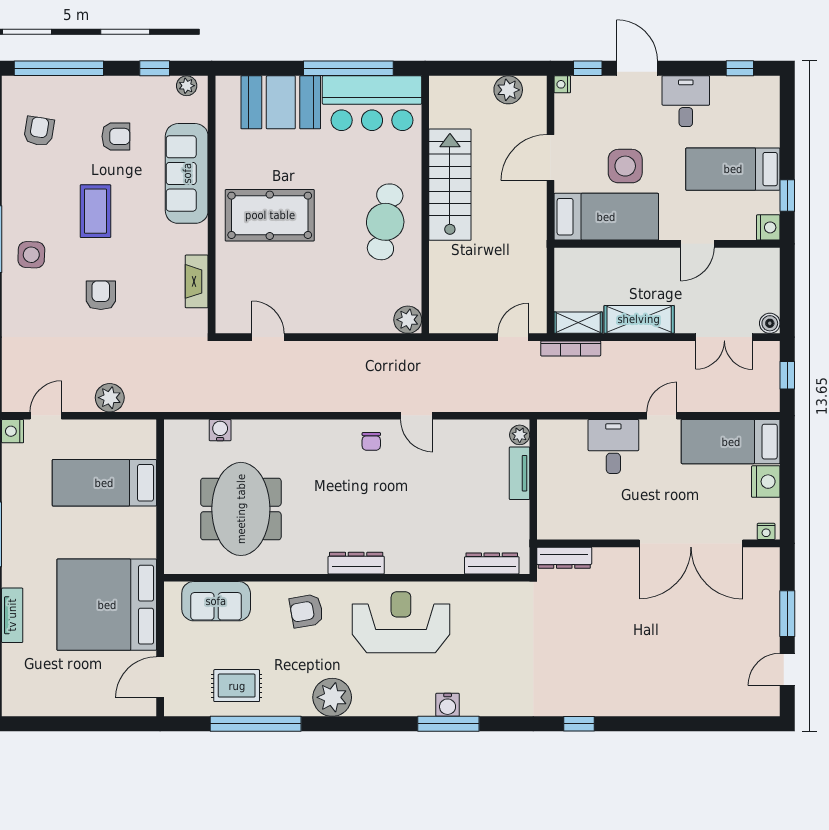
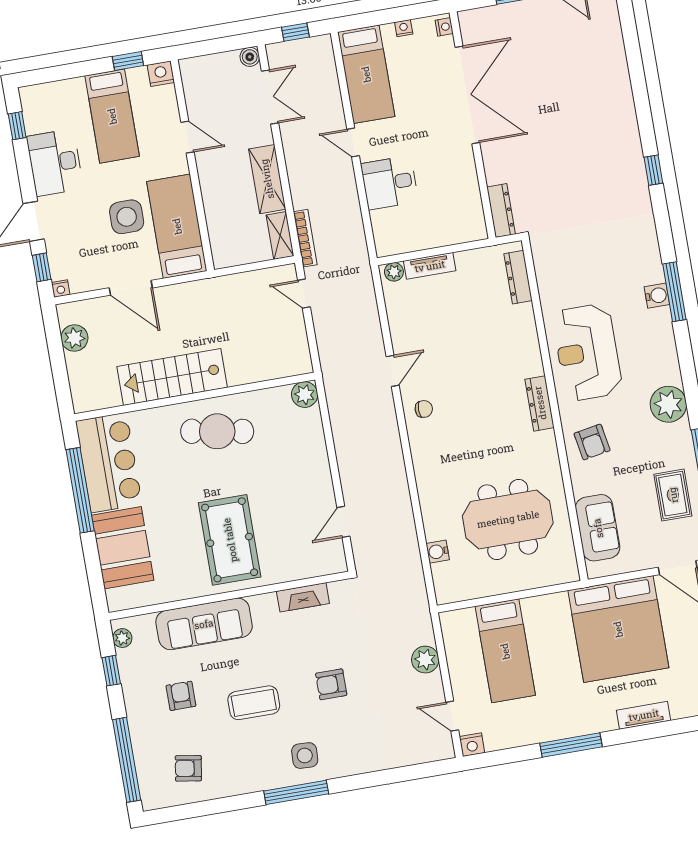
desk: (686, 101) -> (55, 163), width x1.37
nightstand: (766, 482) -> (404, 28), width x0.53, depth x0.56

